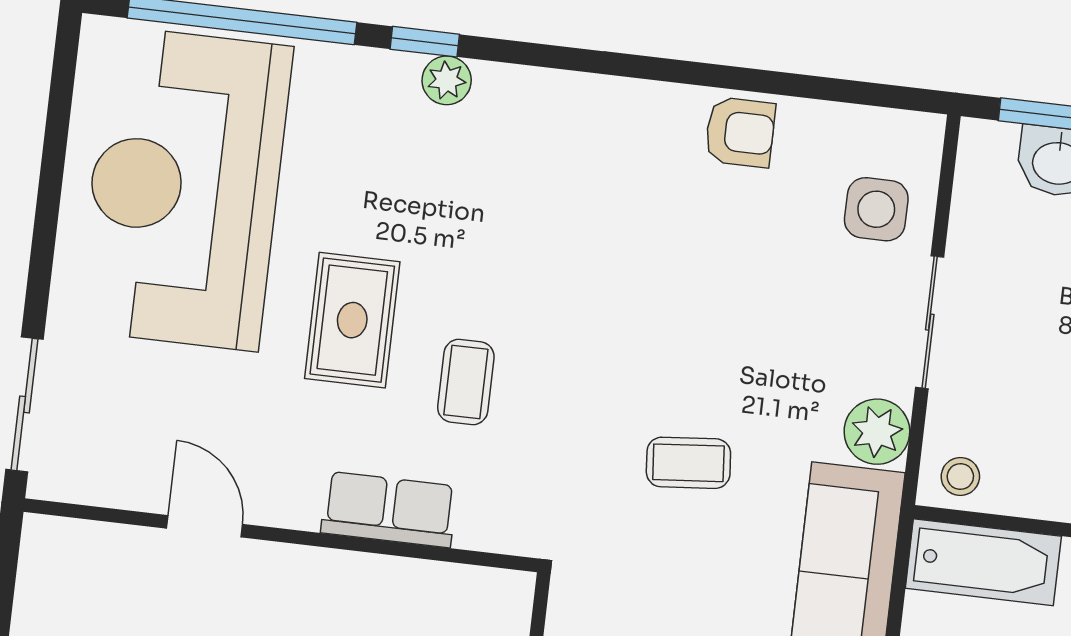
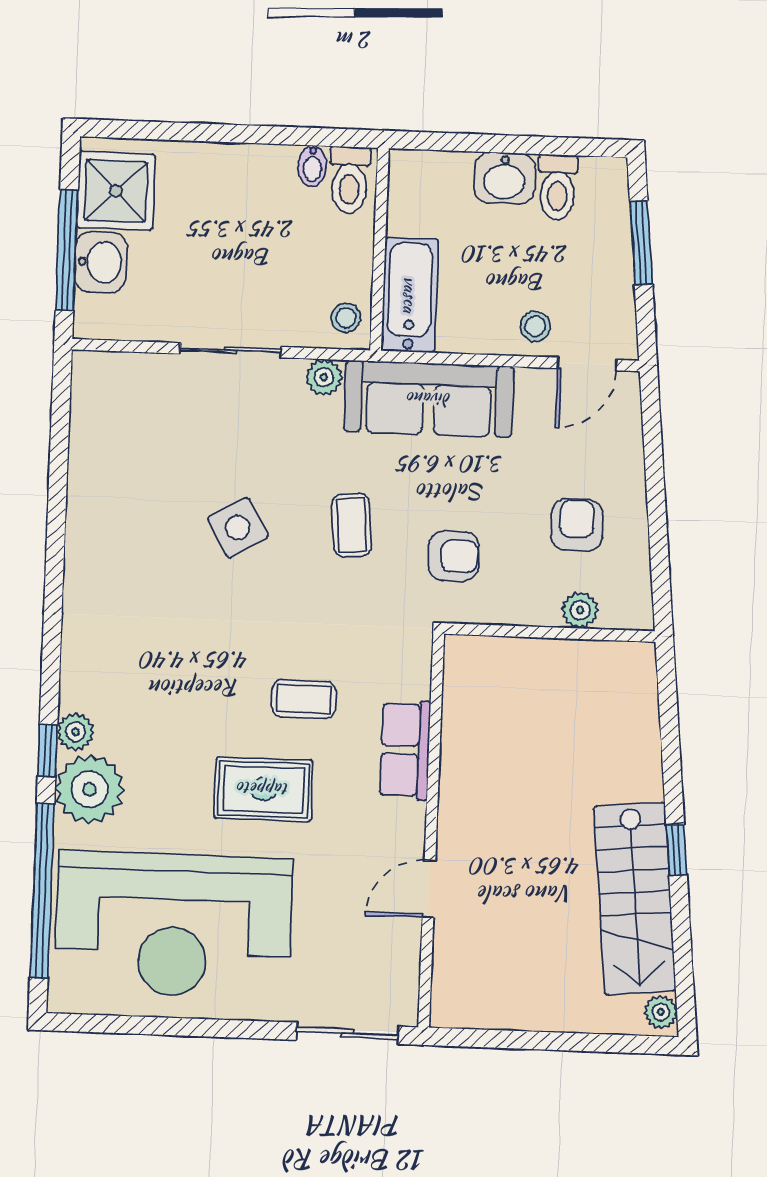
plant: (370, 93) -> (90, 789), added
armchair: (740, 132) -> (454, 556), moved, turned 90
side table: (876, 209) -> (238, 528), moved, turned -30
plant: (877, 432) -> (324, 377), width x0.73, depth x0.73

